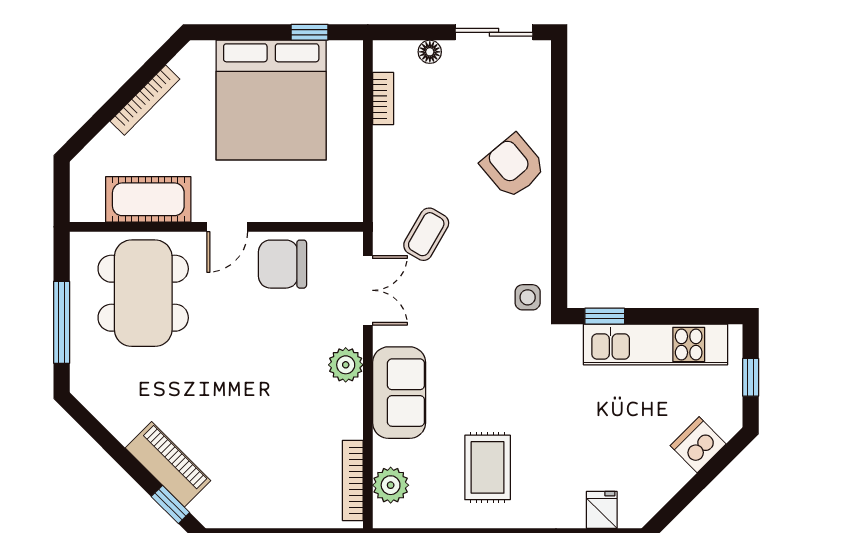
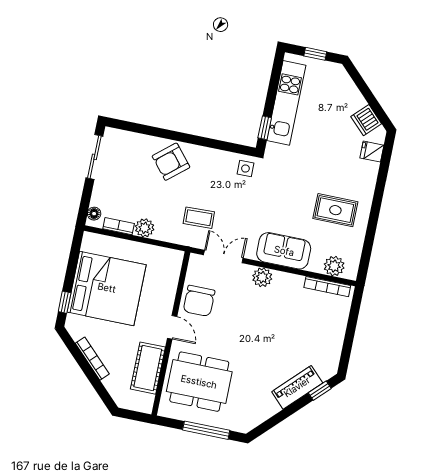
window: (310, 32) -> (65, 302), moved
floor lamp: (430, 52) -> (94, 214), moved
plant: (389, 144) -> (145, 228), added
coffee table: (426, 234) -> (199, 218), turned -32
dishwasher: (698, 445) -> (366, 120), moved

